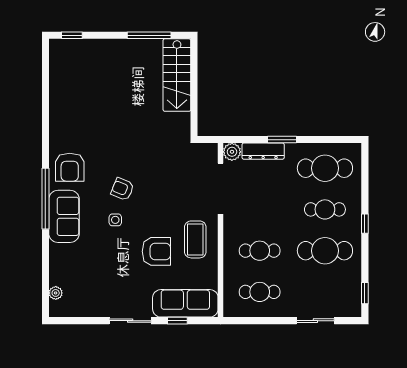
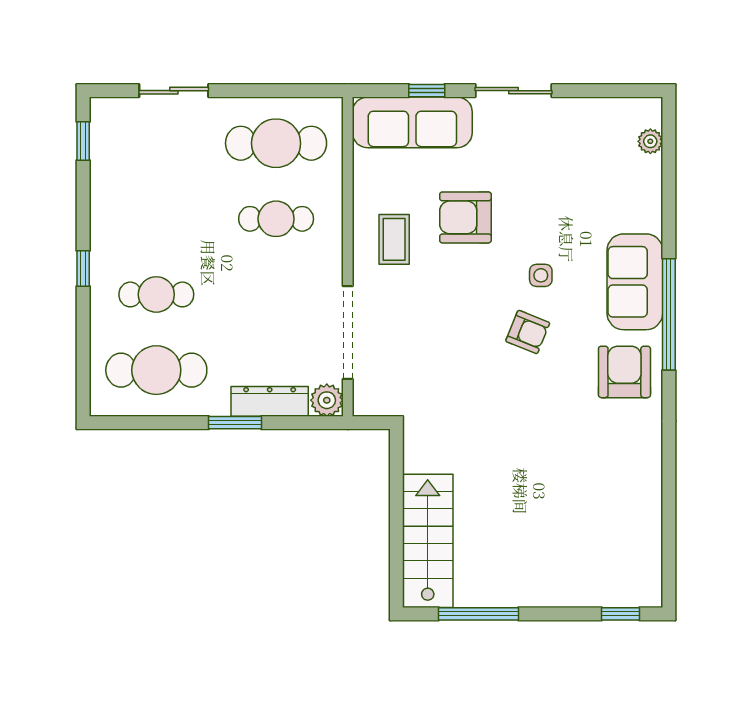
coffee table: (195, 239) -> (394, 239), width x0.73, depth x0.77
cafe table: (325, 251) -> (156, 219), removed
cafe table: (260, 292) -> (276, 143), width x1.37, depth x1.35

